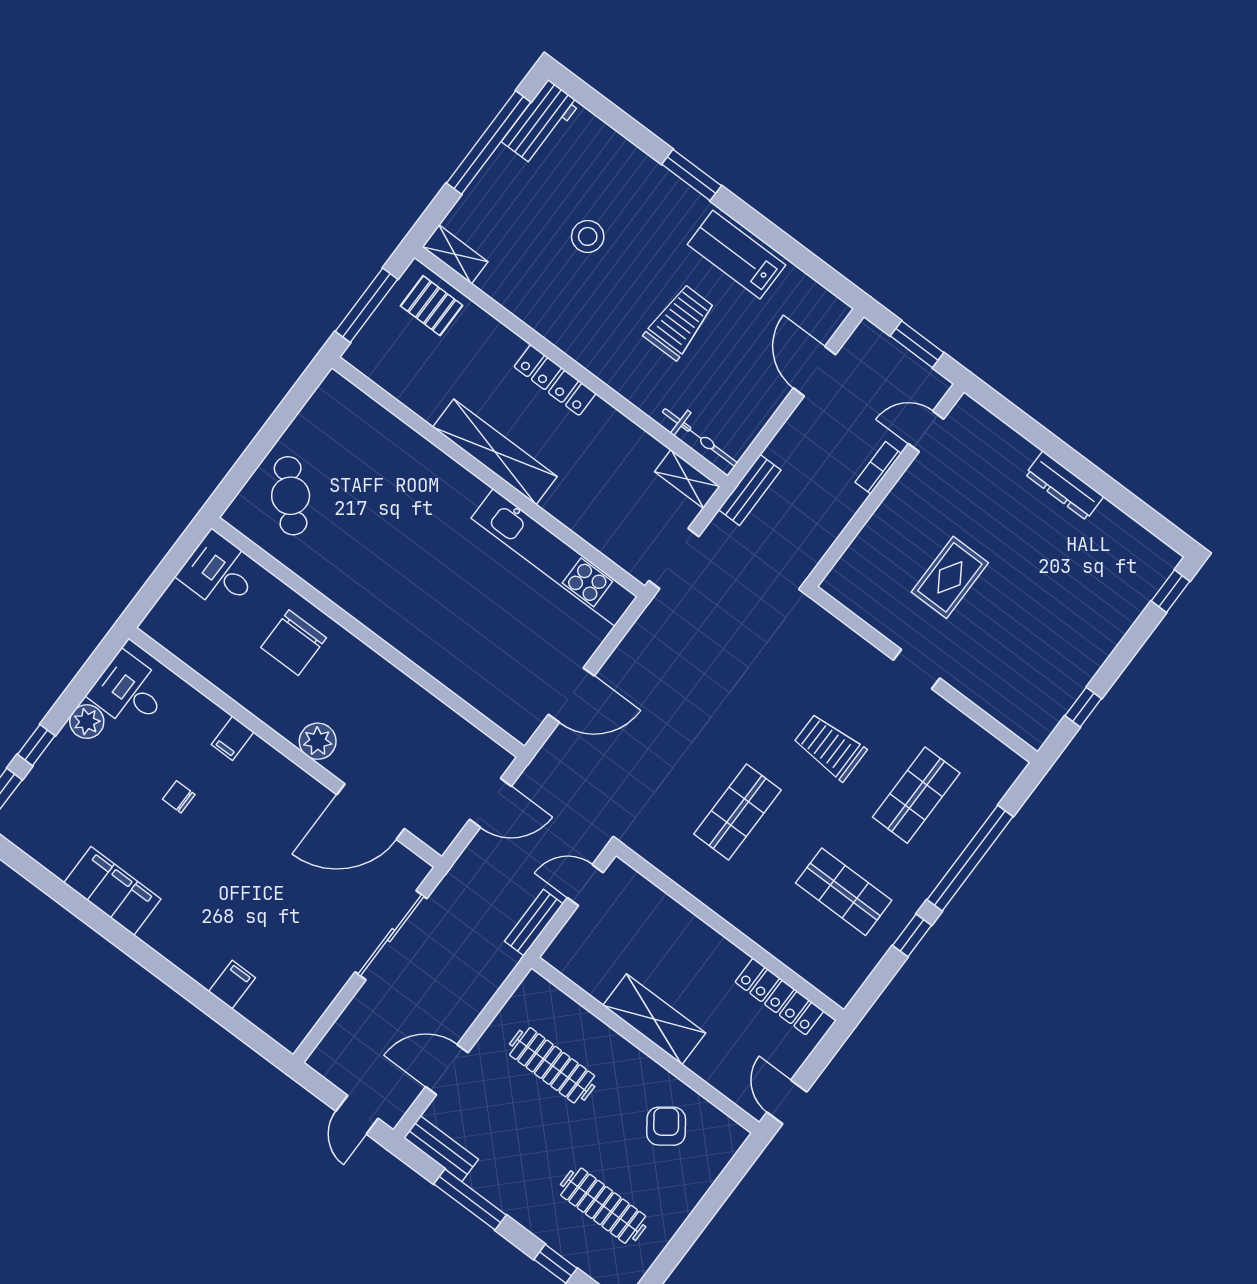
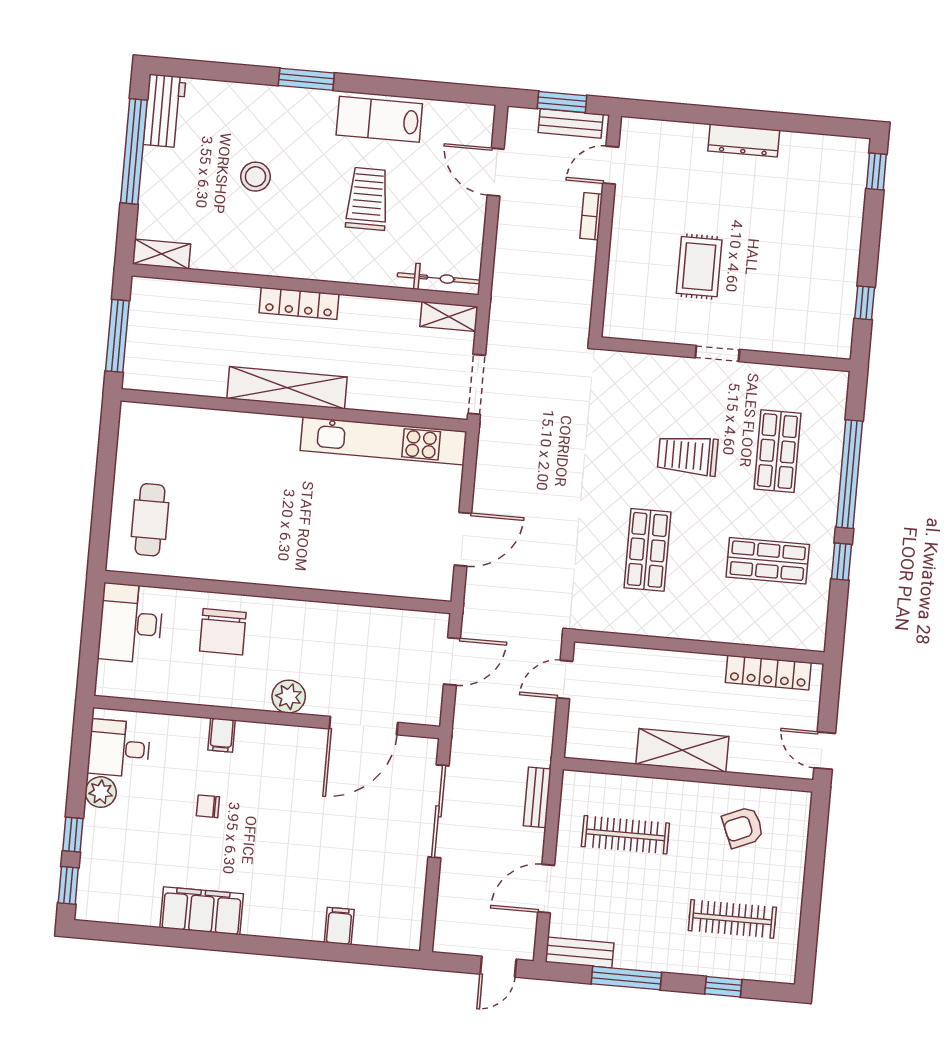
pallet: (432, 306) -> (168, 305), removed
bench: (750, 490) -> (571, 124), moved, turned 90
cafe table: (291, 496) -> (150, 520), turned 43
desk: (219, 572) -> (131, 623), width x1.37
bench: (534, 923) -> (537, 797), moved
door: (357, 1115) -> (498, 967), hinge flipped
armchair: (666, 1126) -> (743, 827), turned -77

